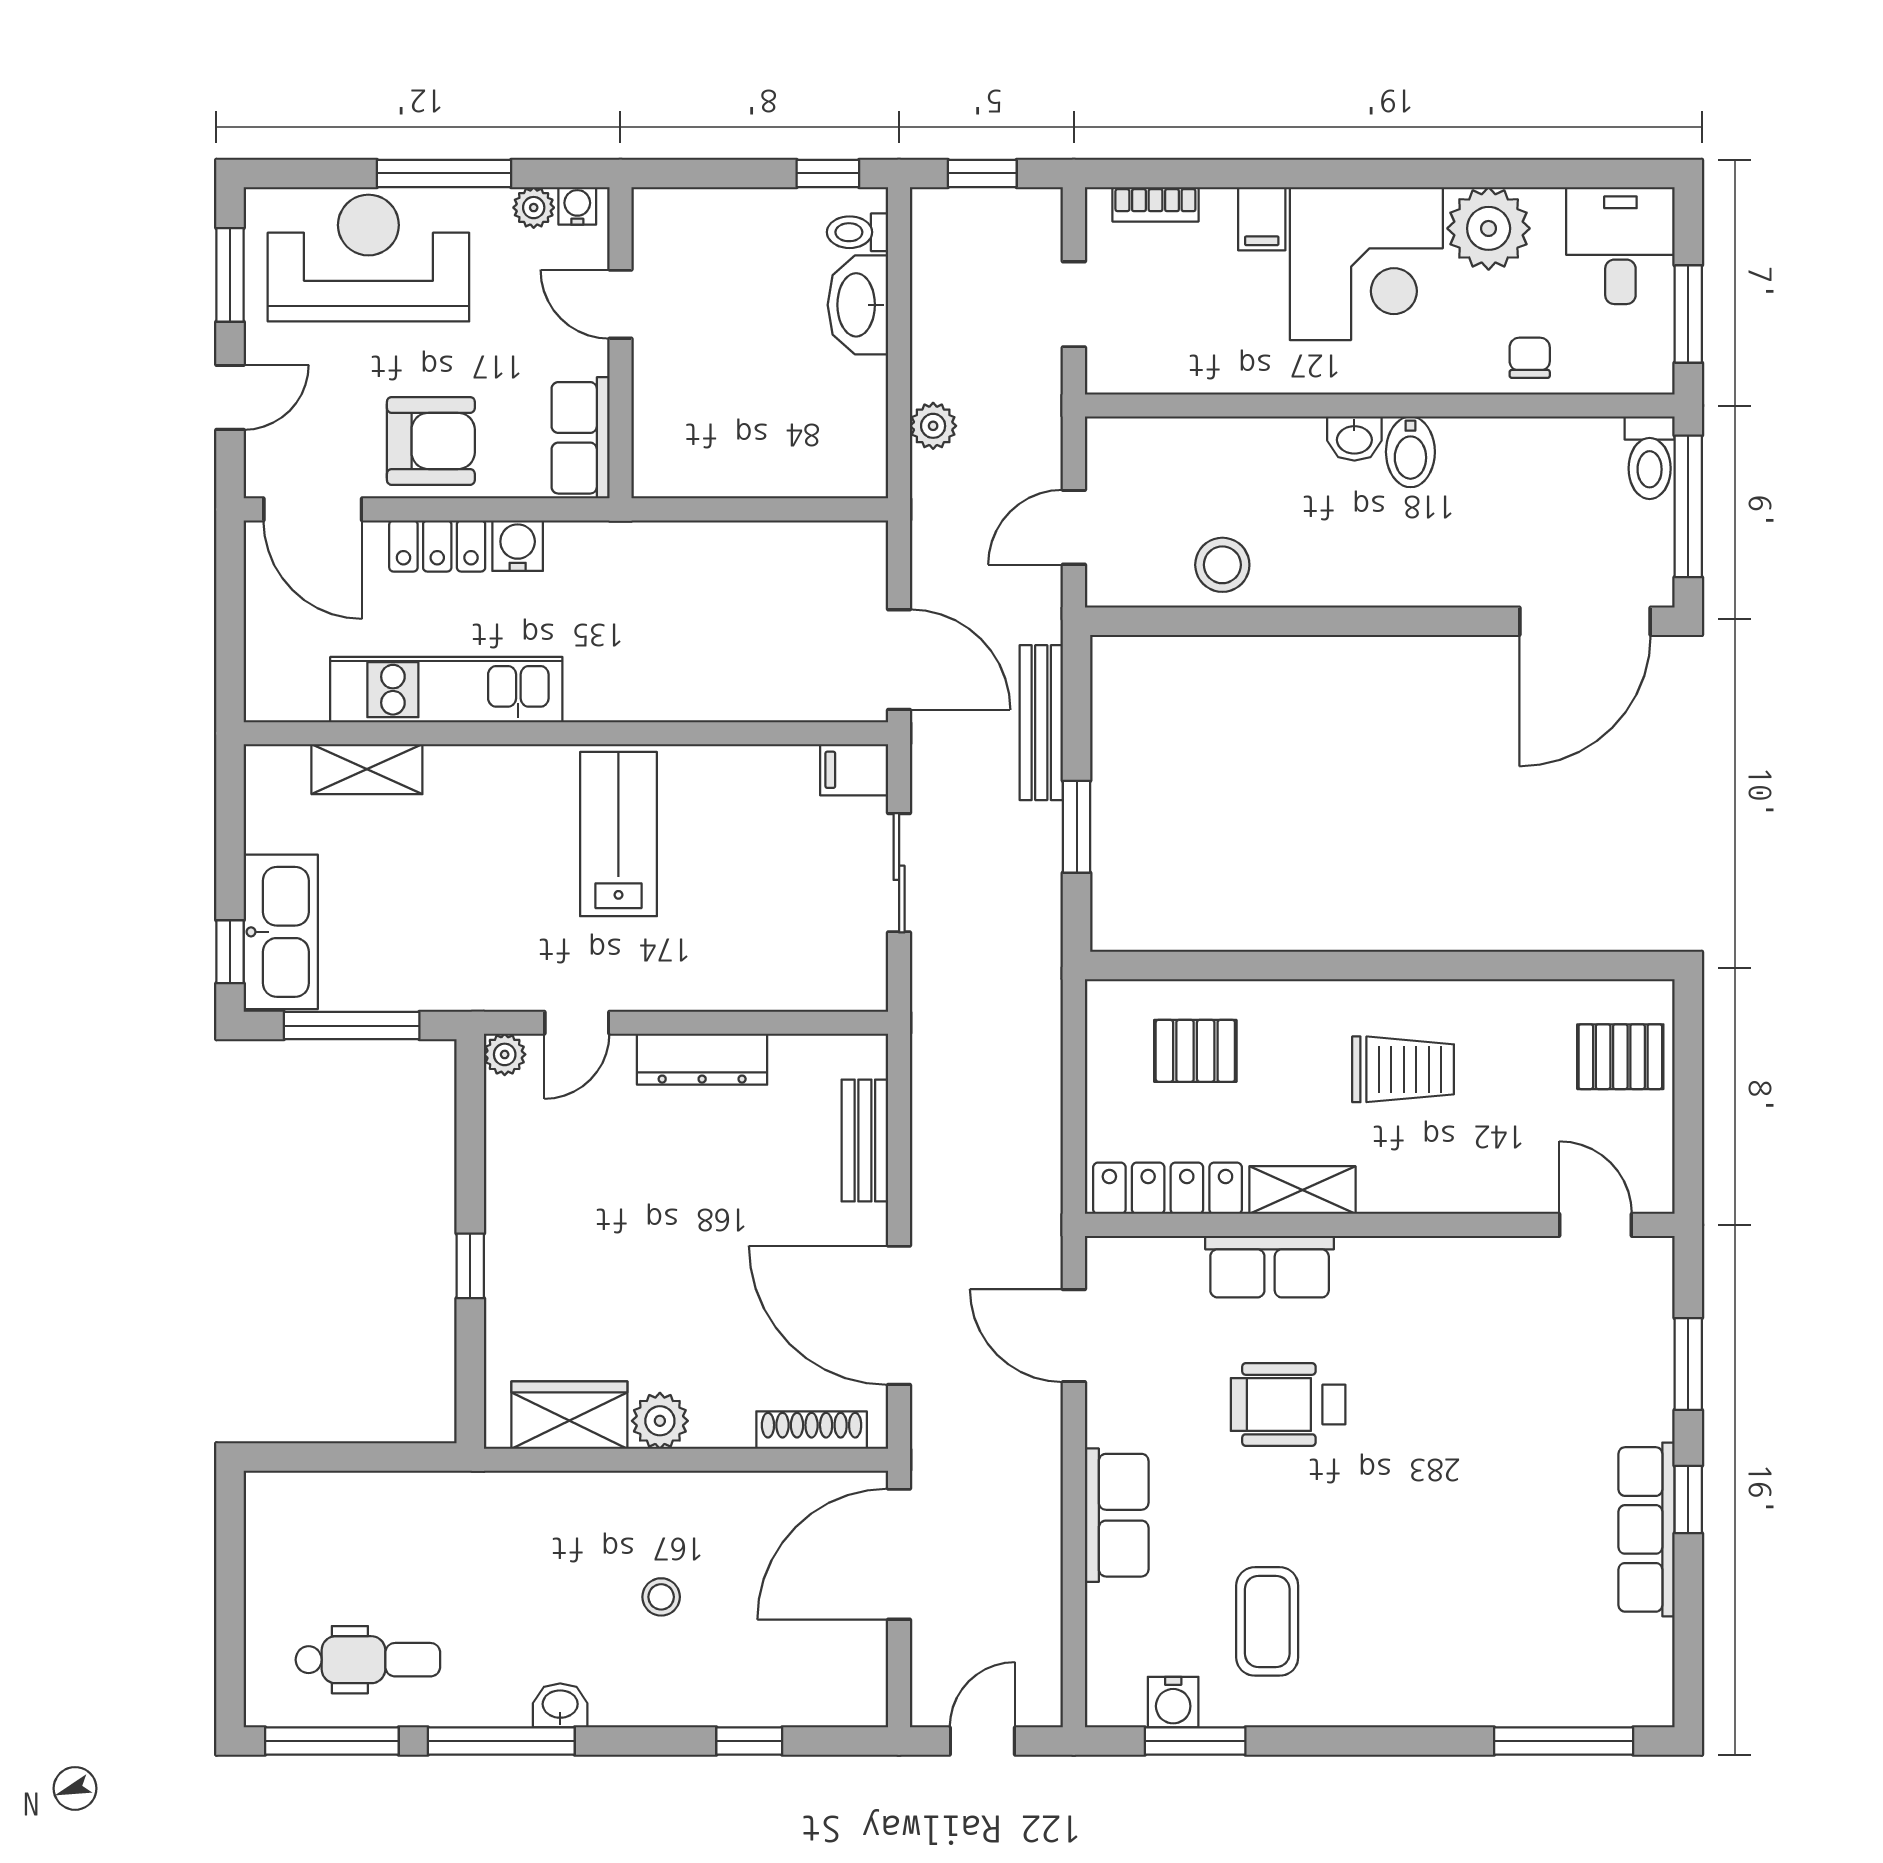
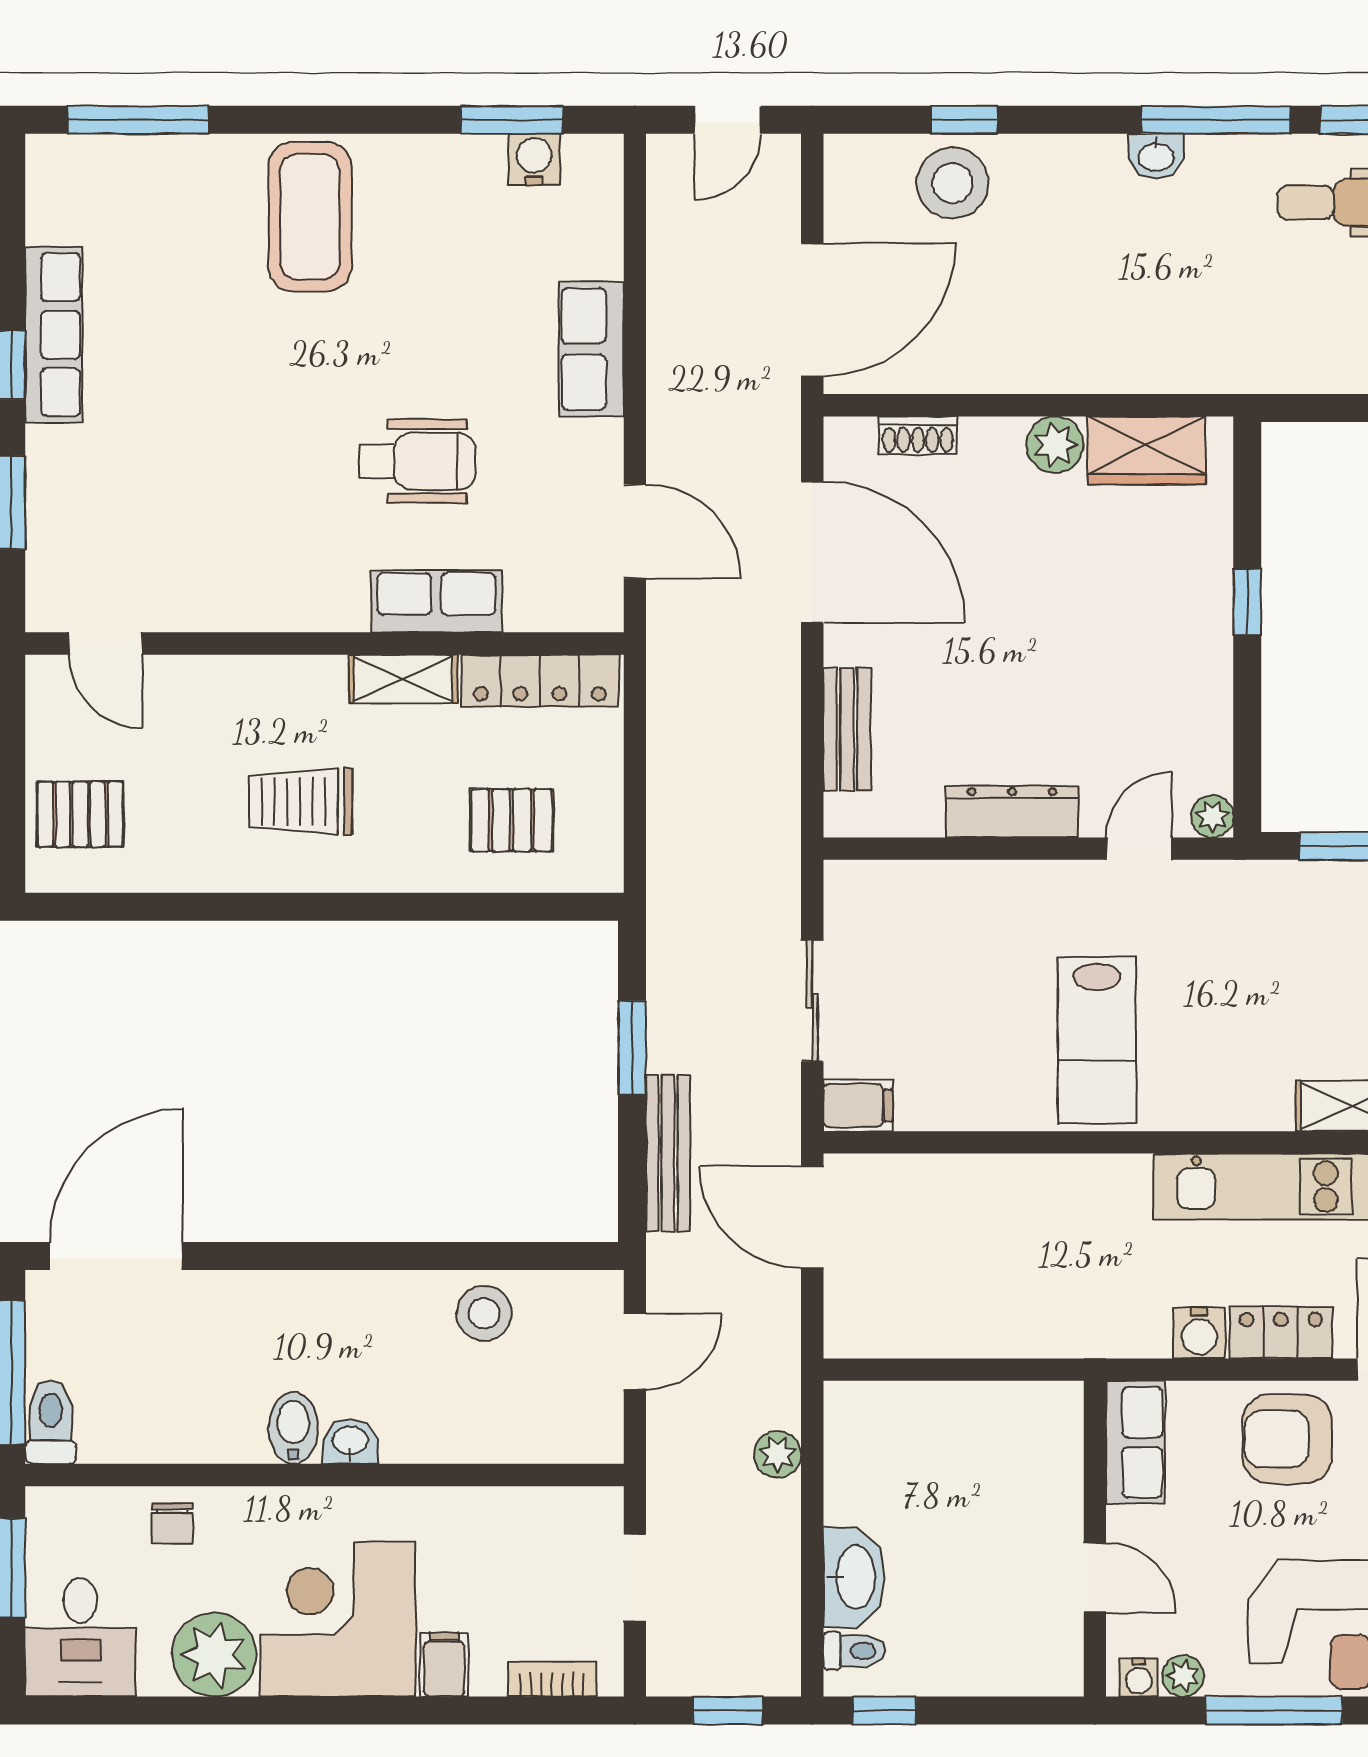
shoe rack: (812, 1430) -> (918, 435), width x0.70
stool: (661, 1597) -> (952, 183), moved, width x1.89, depth x1.89
coffee table: (1267, 1621) -> (310, 217), moved, width x1.36, depth x1.32

